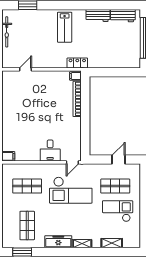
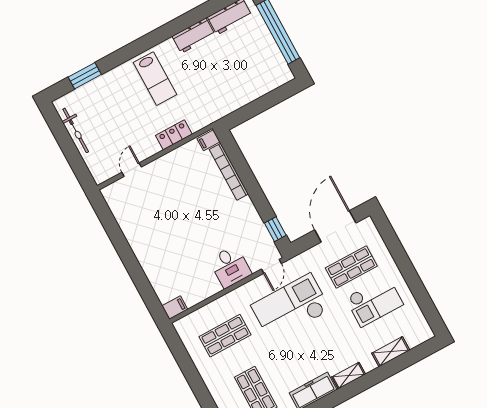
locker: (77, 63) -> (174, 135), moved
window: (85, 143) -> (275, 229), added
door: (119, 159) -> (335, 226), width x1.88
checkout: (71, 190) -> (291, 307), turned 180
checkout: (118, 211) -> (374, 301), turned 180

